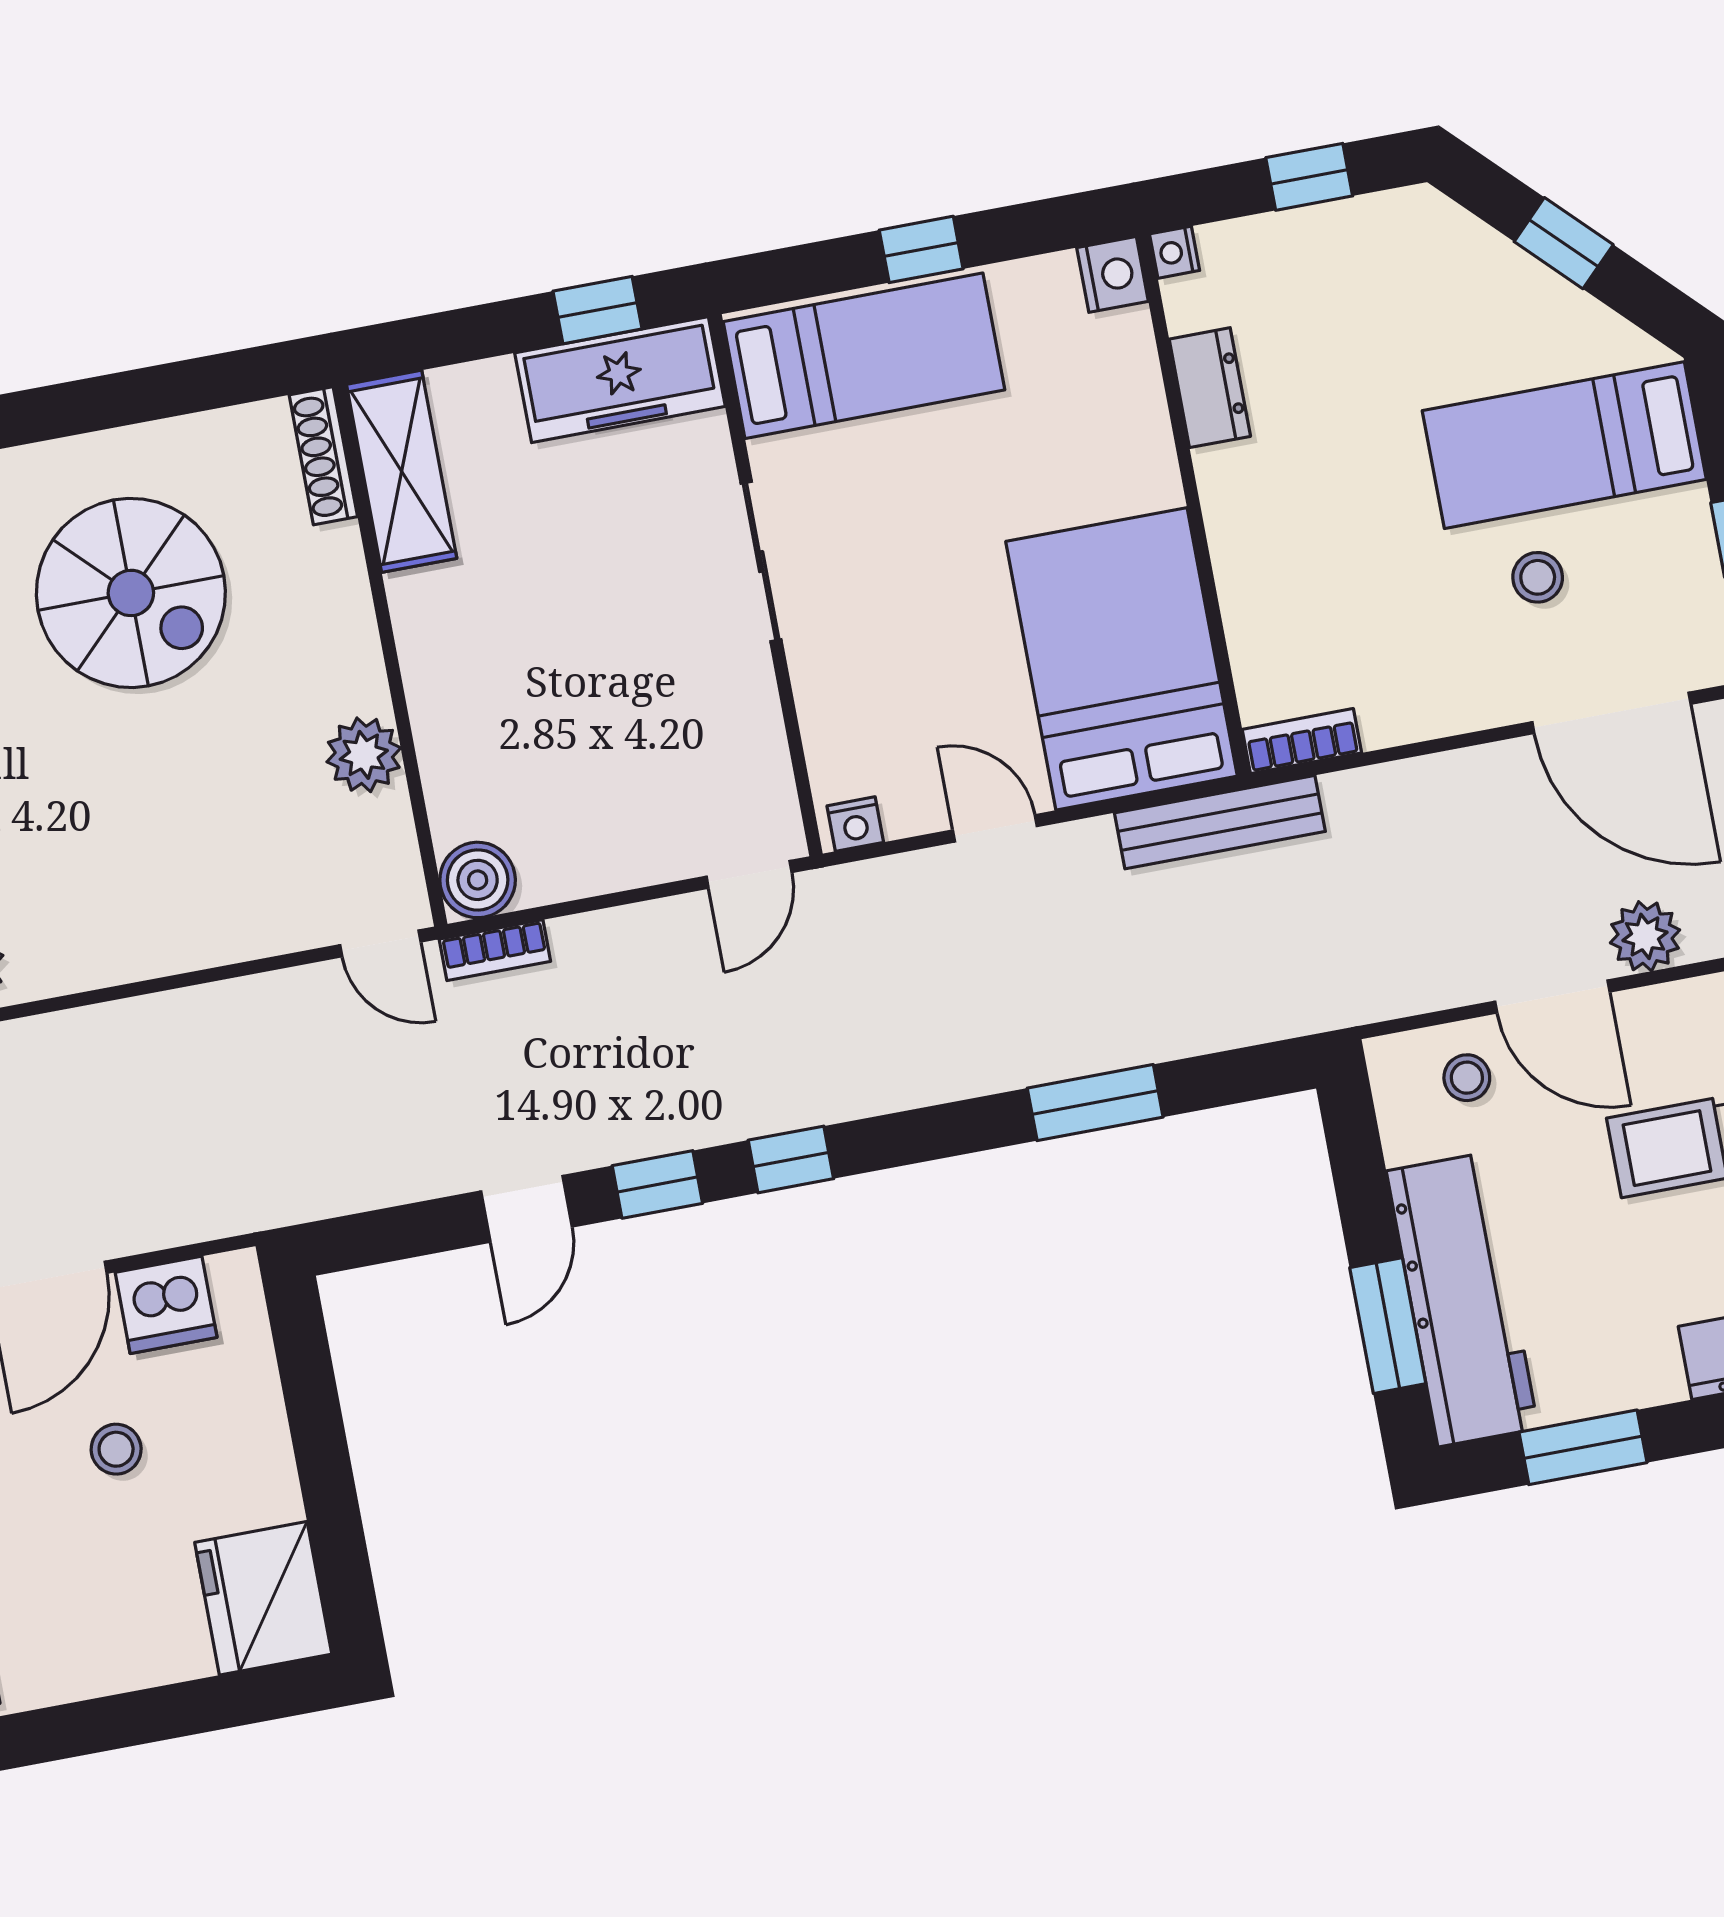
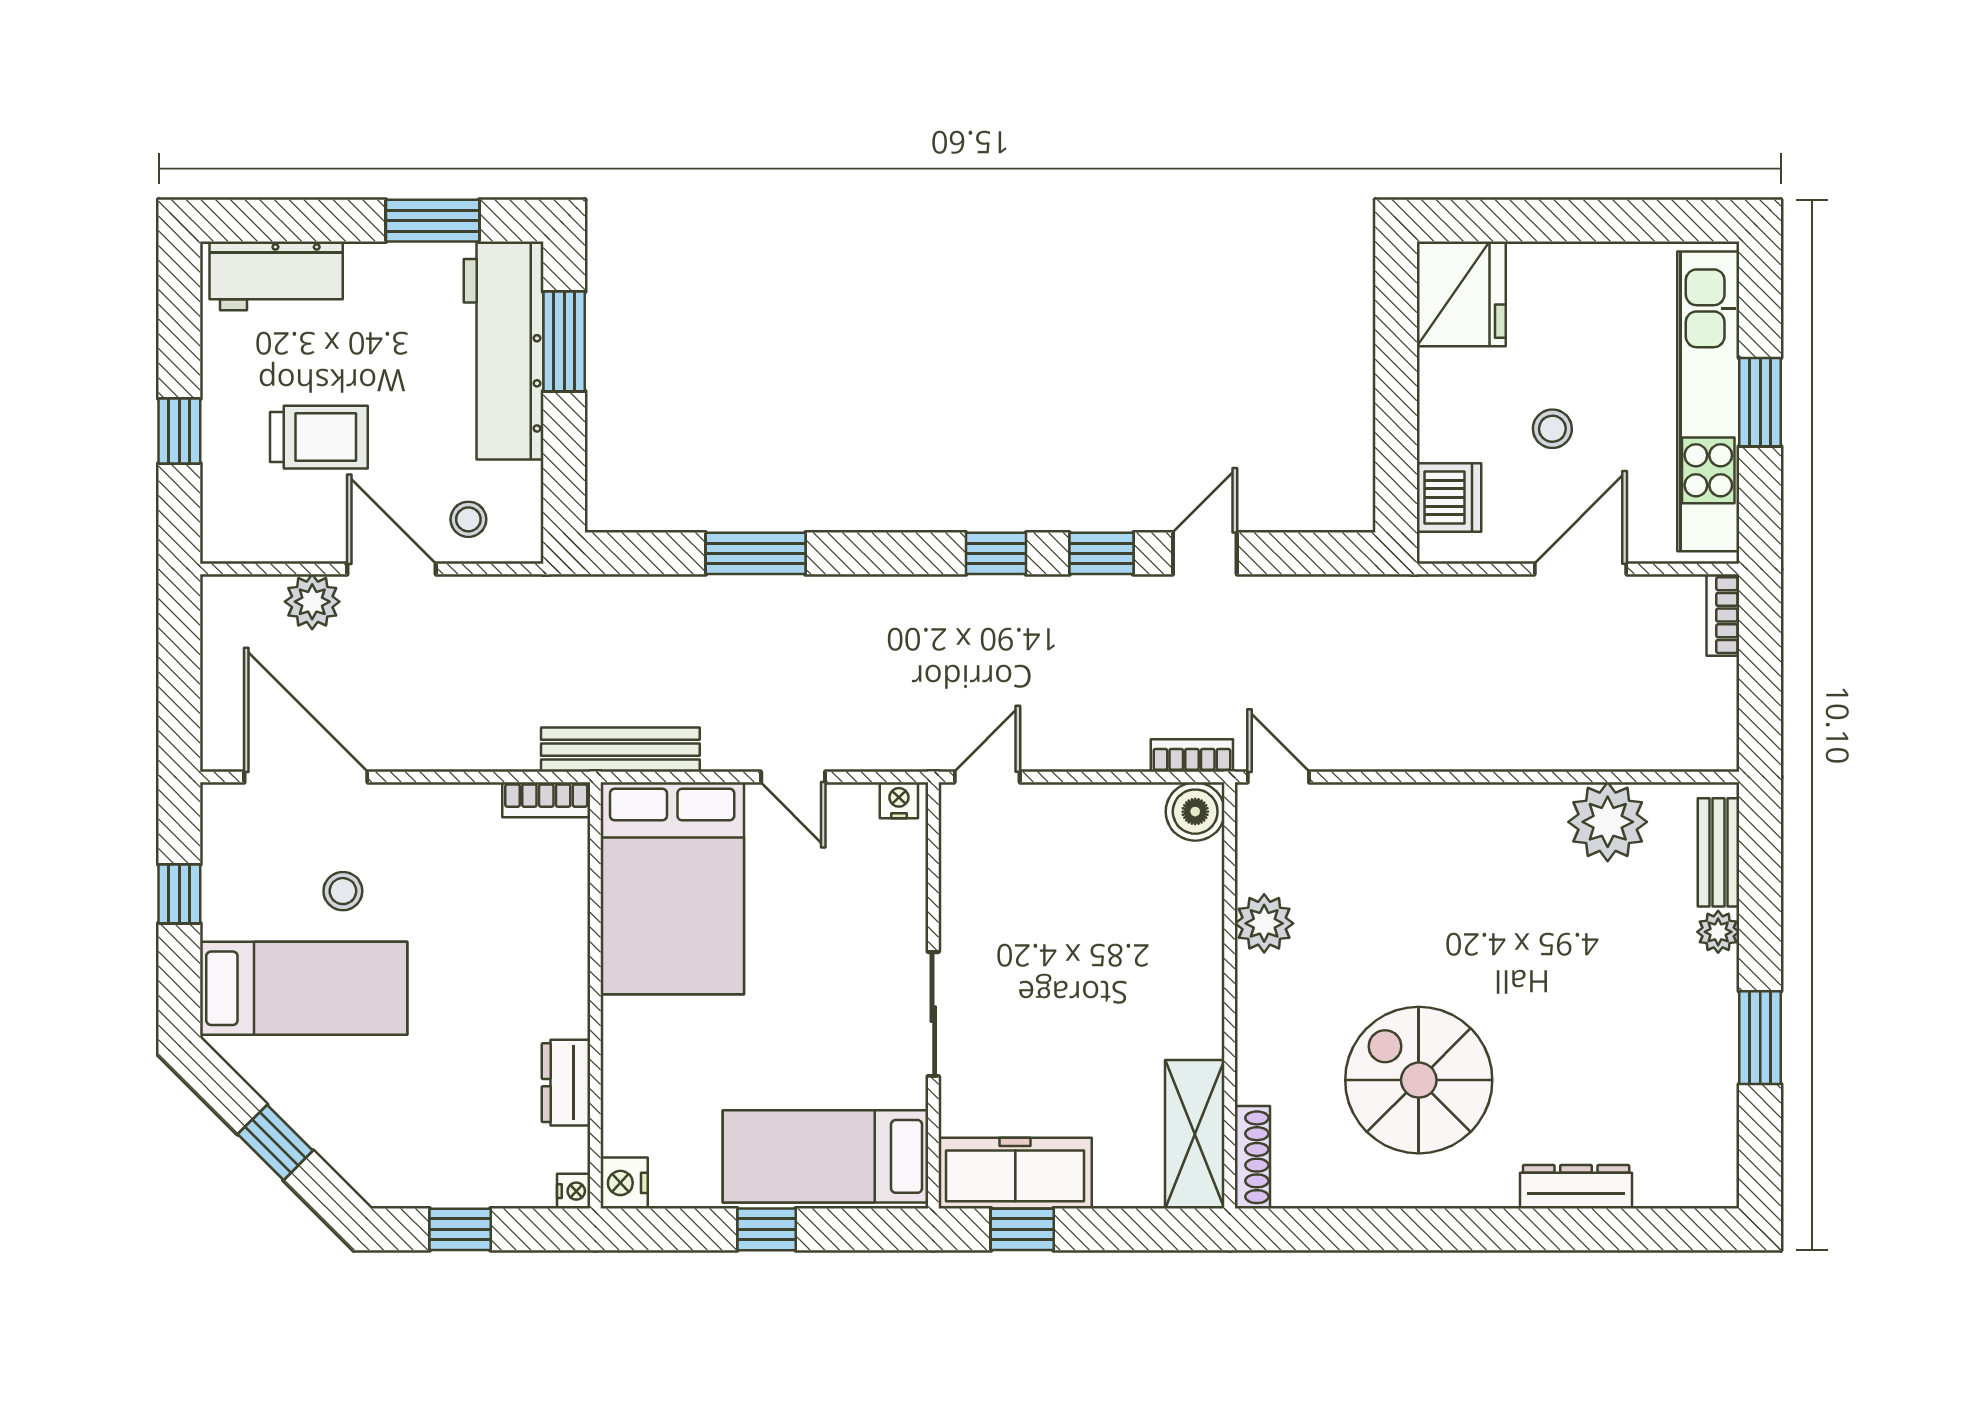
dishwasher: (166, 1305) -> (1449, 497), moved, turned 90

